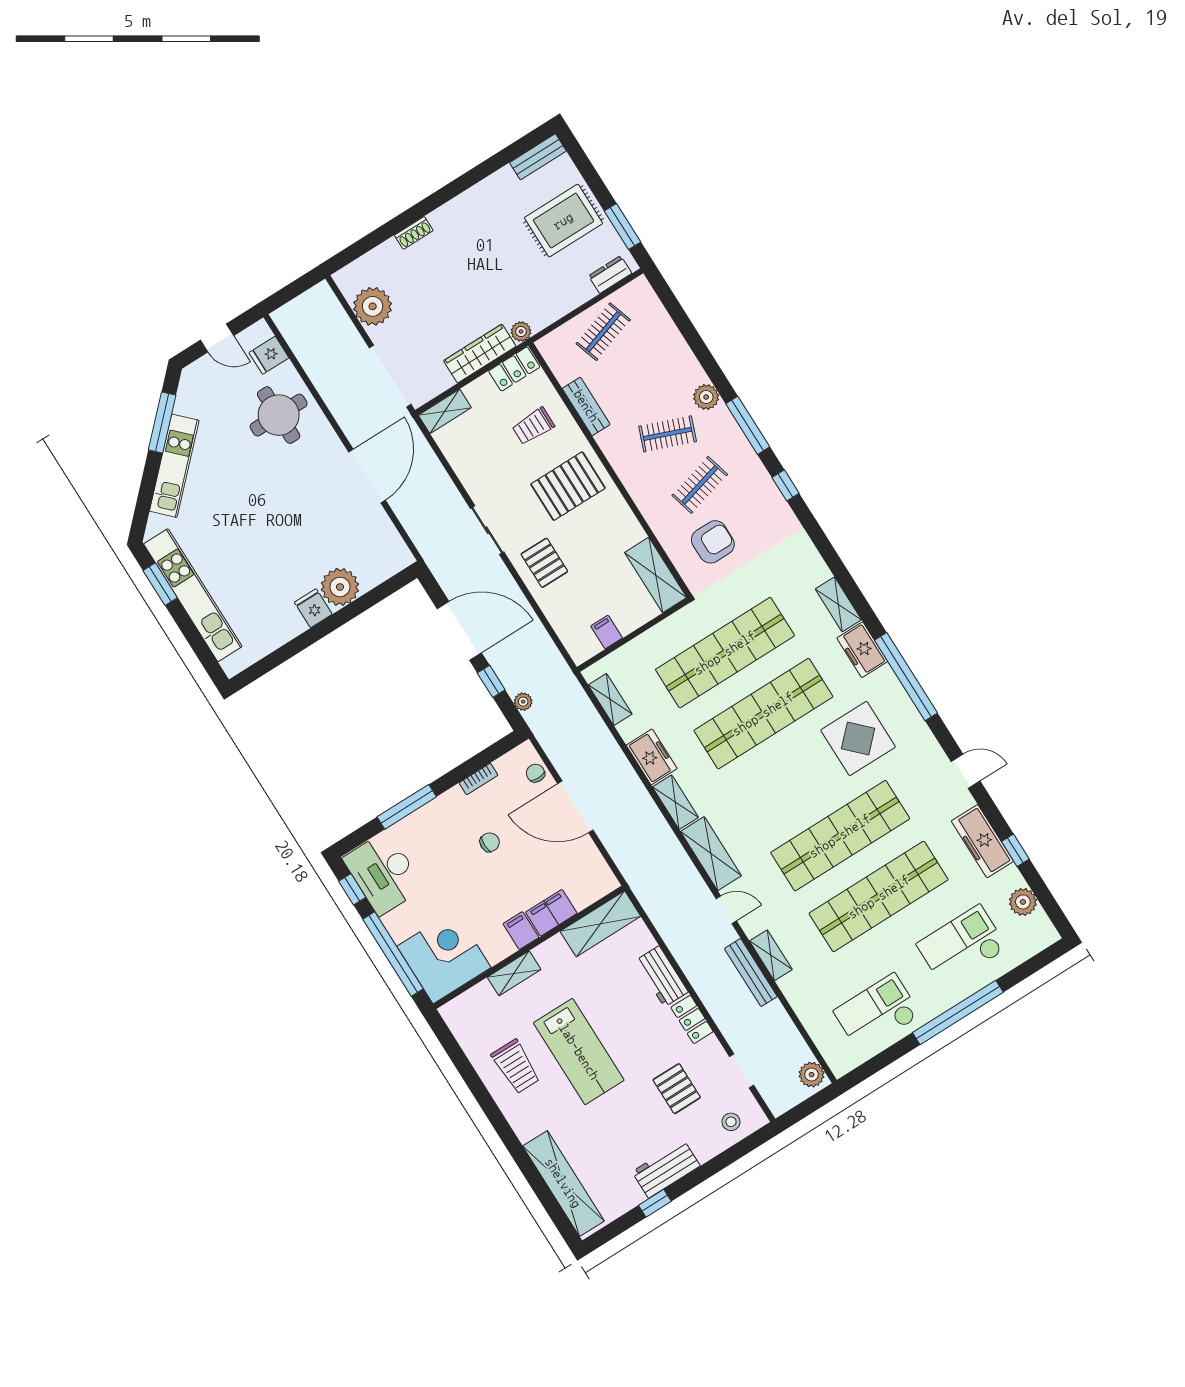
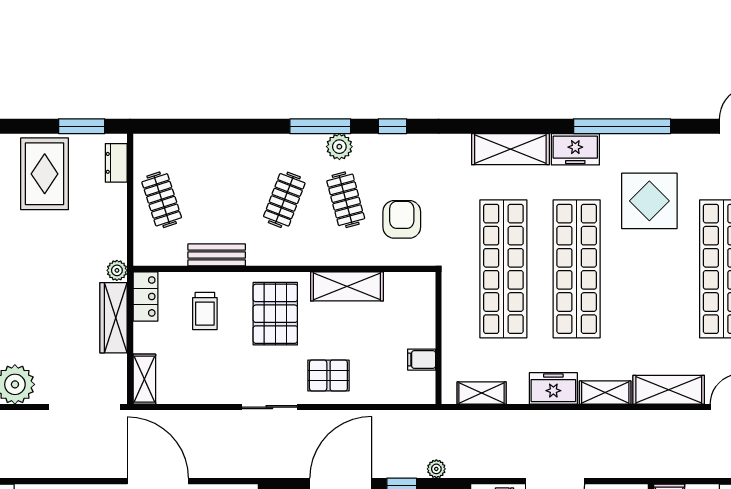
plant: (706, 397) -> (339, 147), moved
shelving: (656, 575) -> (347, 286), moved
shelving: (838, 604) -> (510, 149), width x1.50, depth x1.33

